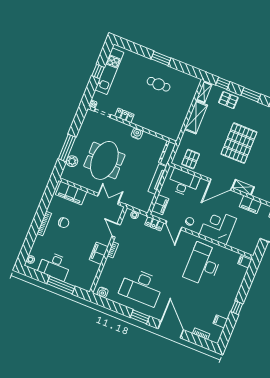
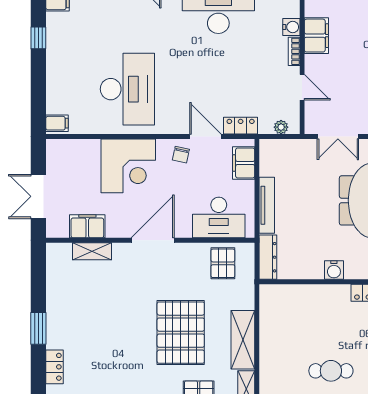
pallet: (239, 143) -> (181, 333), moved
shelving: (243, 187) -> (92, 251), moved
water cooler: (109, 262) -> (291, 27), added

